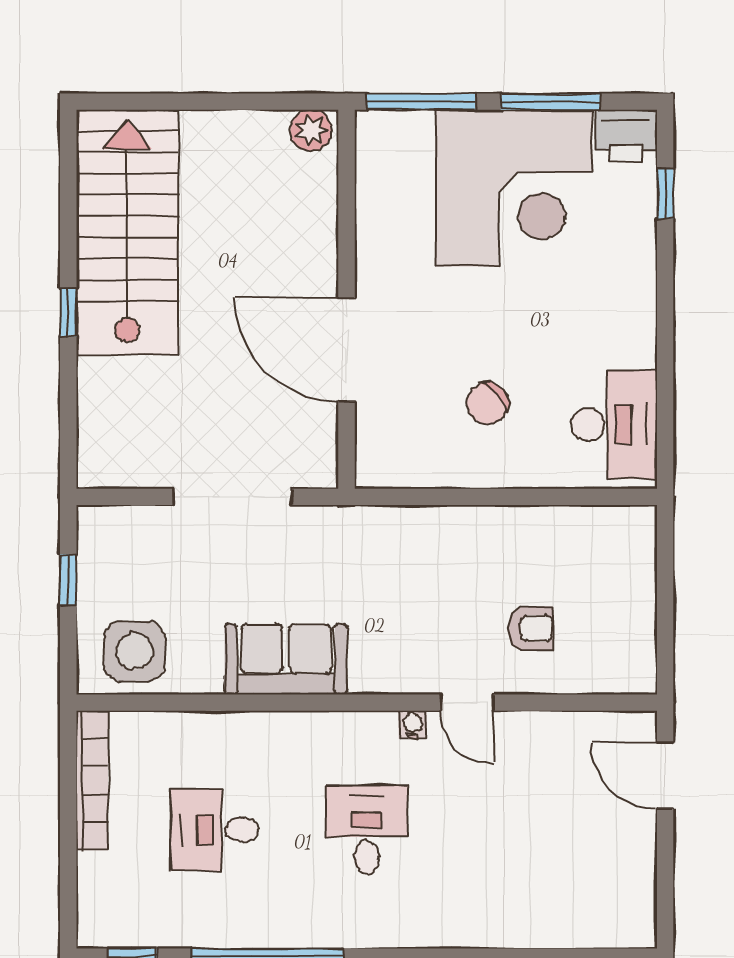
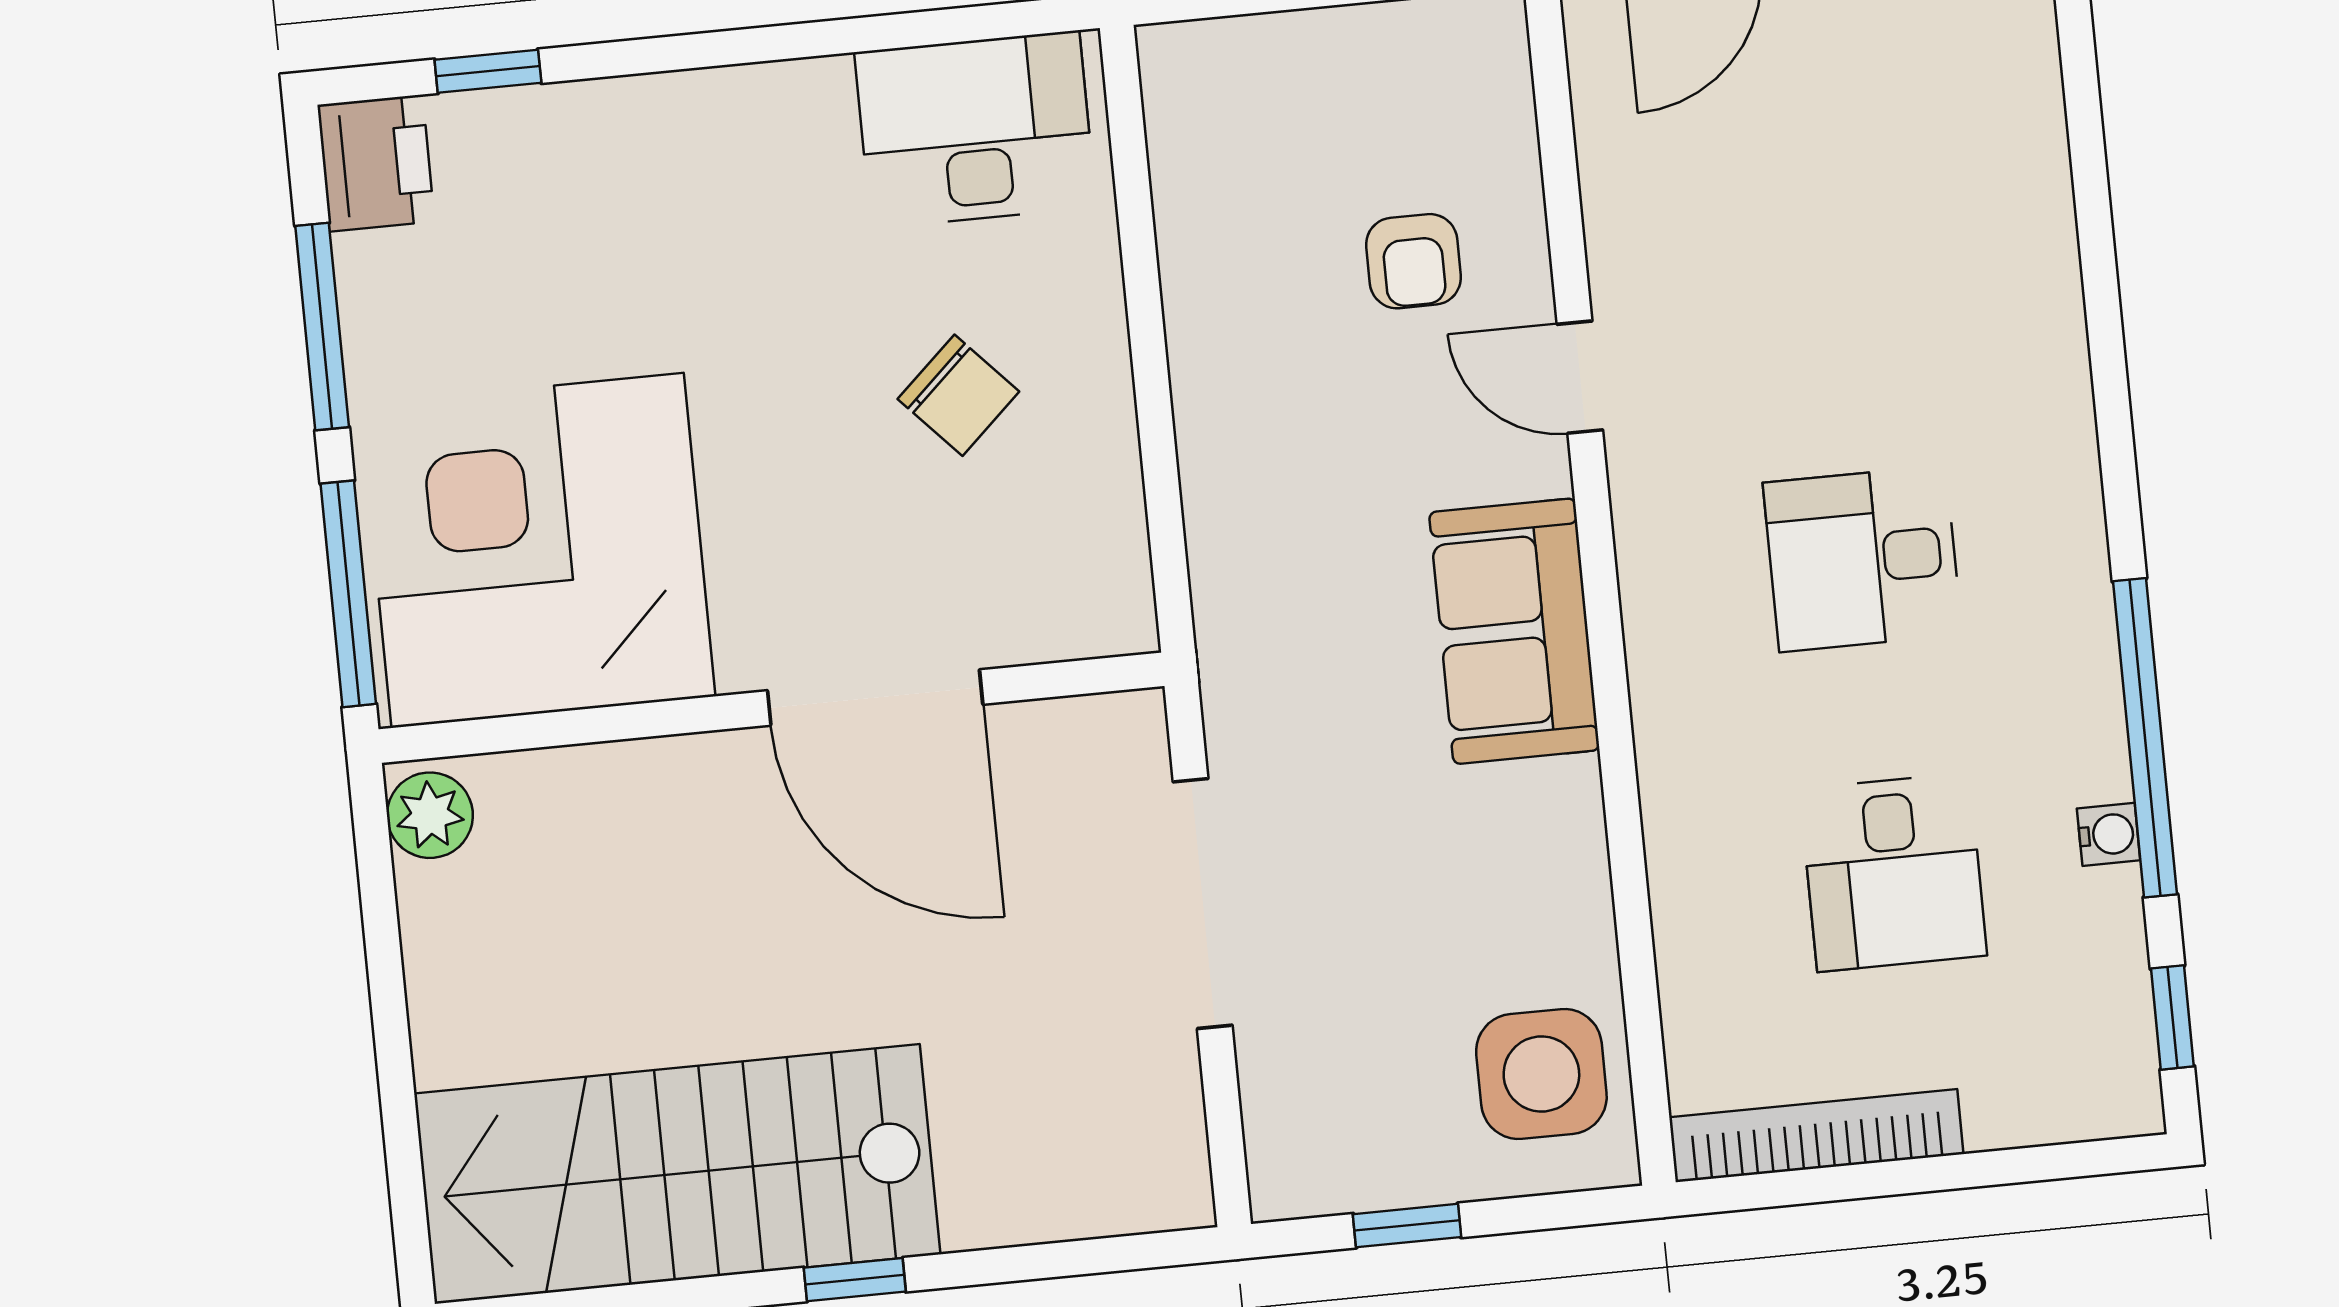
corner desk: (514, 188) -> (538, 550), moved, turned -90
door: (346, 349) -> (875, 698), hinge flipped
armchair: (530, 628) -> (1413, 261), turned 180
sofa: (286, 659) -> (1514, 631), moved
door: (467, 703) -> (1580, 377), swing flipped
water cooler: (413, 725) -> (2109, 834), moved, turned 180

